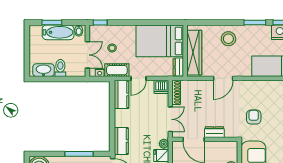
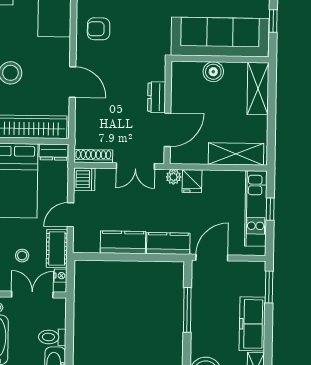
door: (139, 78) -> (70, 215), swing flipped
kitchen counter: (122, 94) -> (123, 242), moved
armchair: (254, 117) -> (99, 29), moved
double door: (170, 119) -> (135, 166), swing flipped

